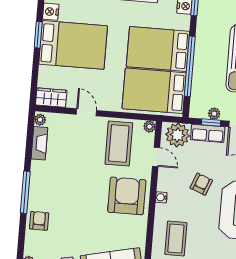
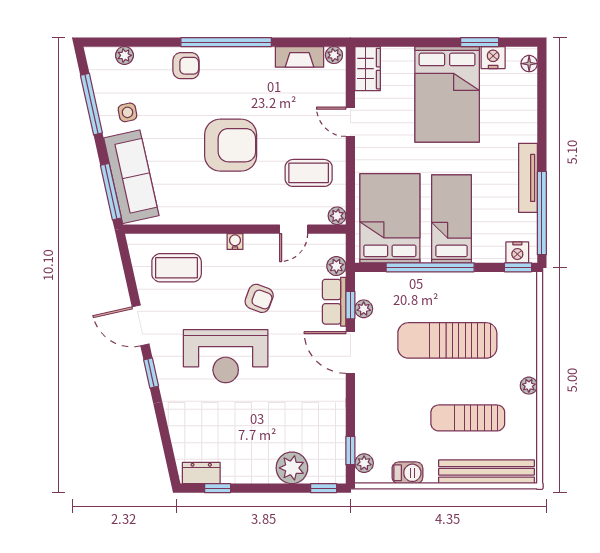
window: (38, 35) -> (480, 42), moved
bed: (158, 49) -> (452, 219), width x0.67
door: (86, 112) -> (350, 122), swing flipped
plant: (177, 135) -> (336, 266), width x0.53, depth x0.53
coffee table: (119, 143) -> (309, 173), width x0.73, depth x0.76
window: (25, 192) -> (226, 42), width x1.46
armchair: (127, 196) -> (231, 145), moved

